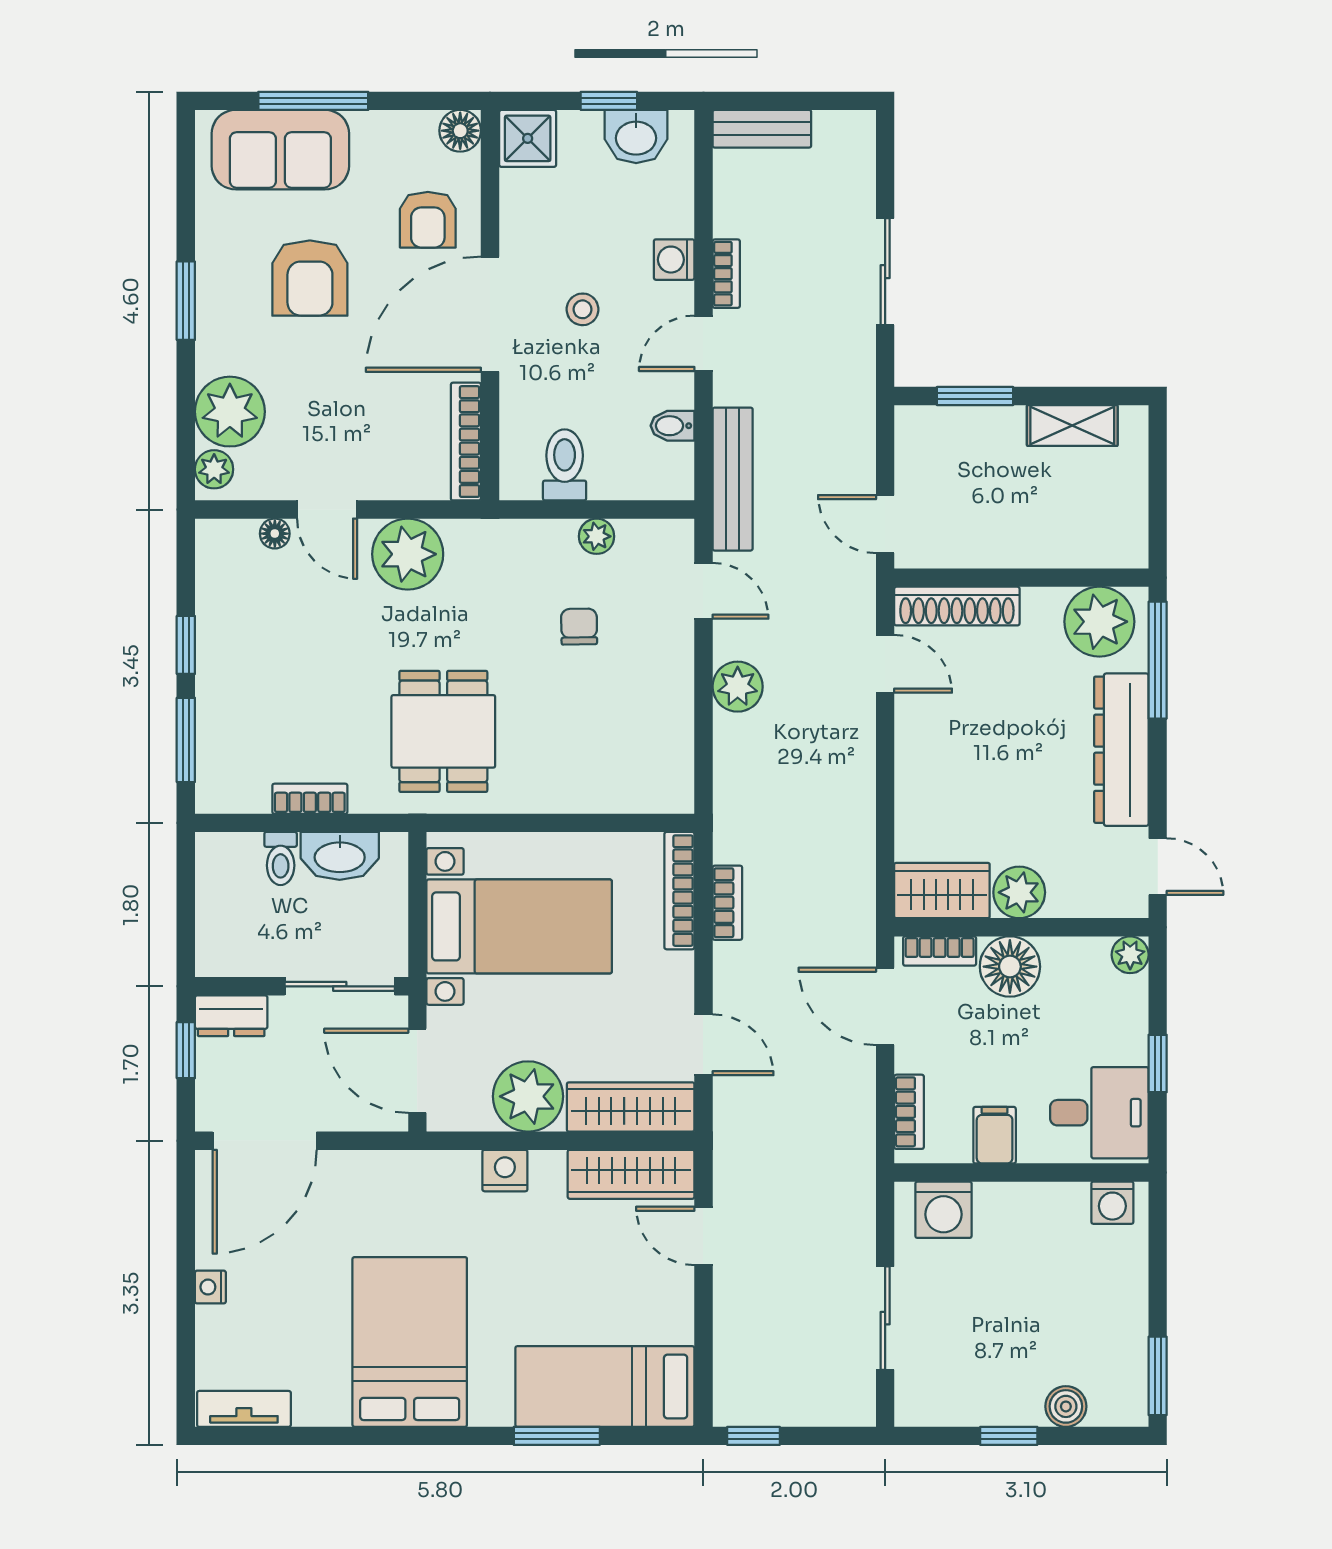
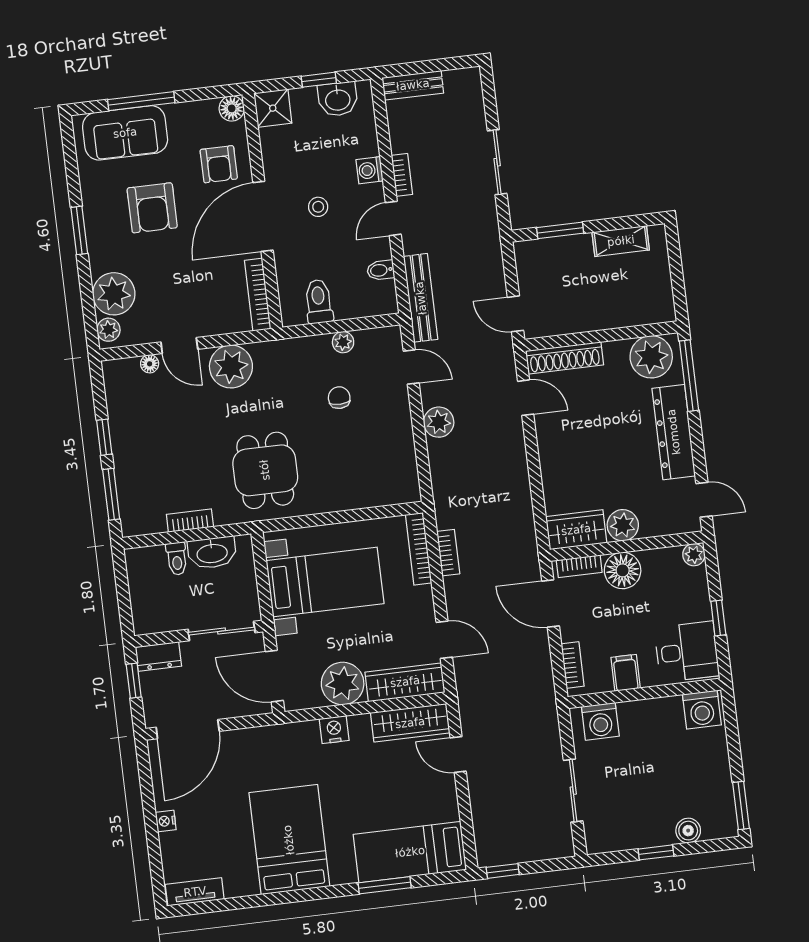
washing machine: (1112, 1203) -> (702, 710), width x1.38, depth x1.38

